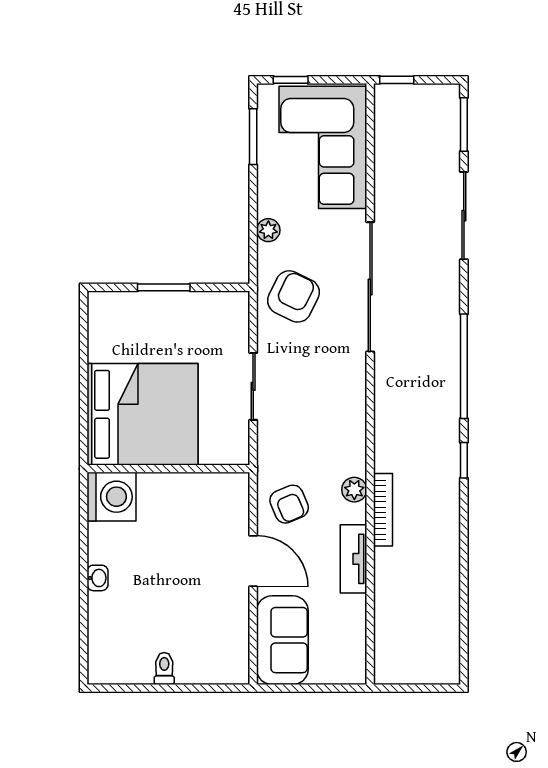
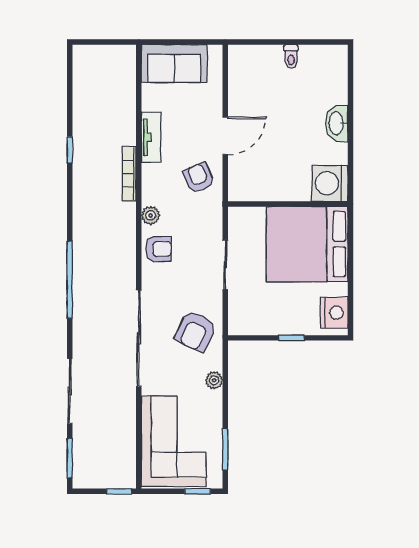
window: (164, 287) -> (291, 338), width x0.67
nightstand: (106, 322) -> (334, 313), added
armchair: (344, 408) -> (159, 249), added
window: (464, 460) -> (70, 150), moved
plant: (354, 490) -> (151, 216), moved
door: (253, 561) -> (225, 136), swing flipped
washbasin: (98, 578) -> (337, 123), width x1.91, depth x1.45
sofa: (282, 640) -> (174, 64), moved, turned -90

